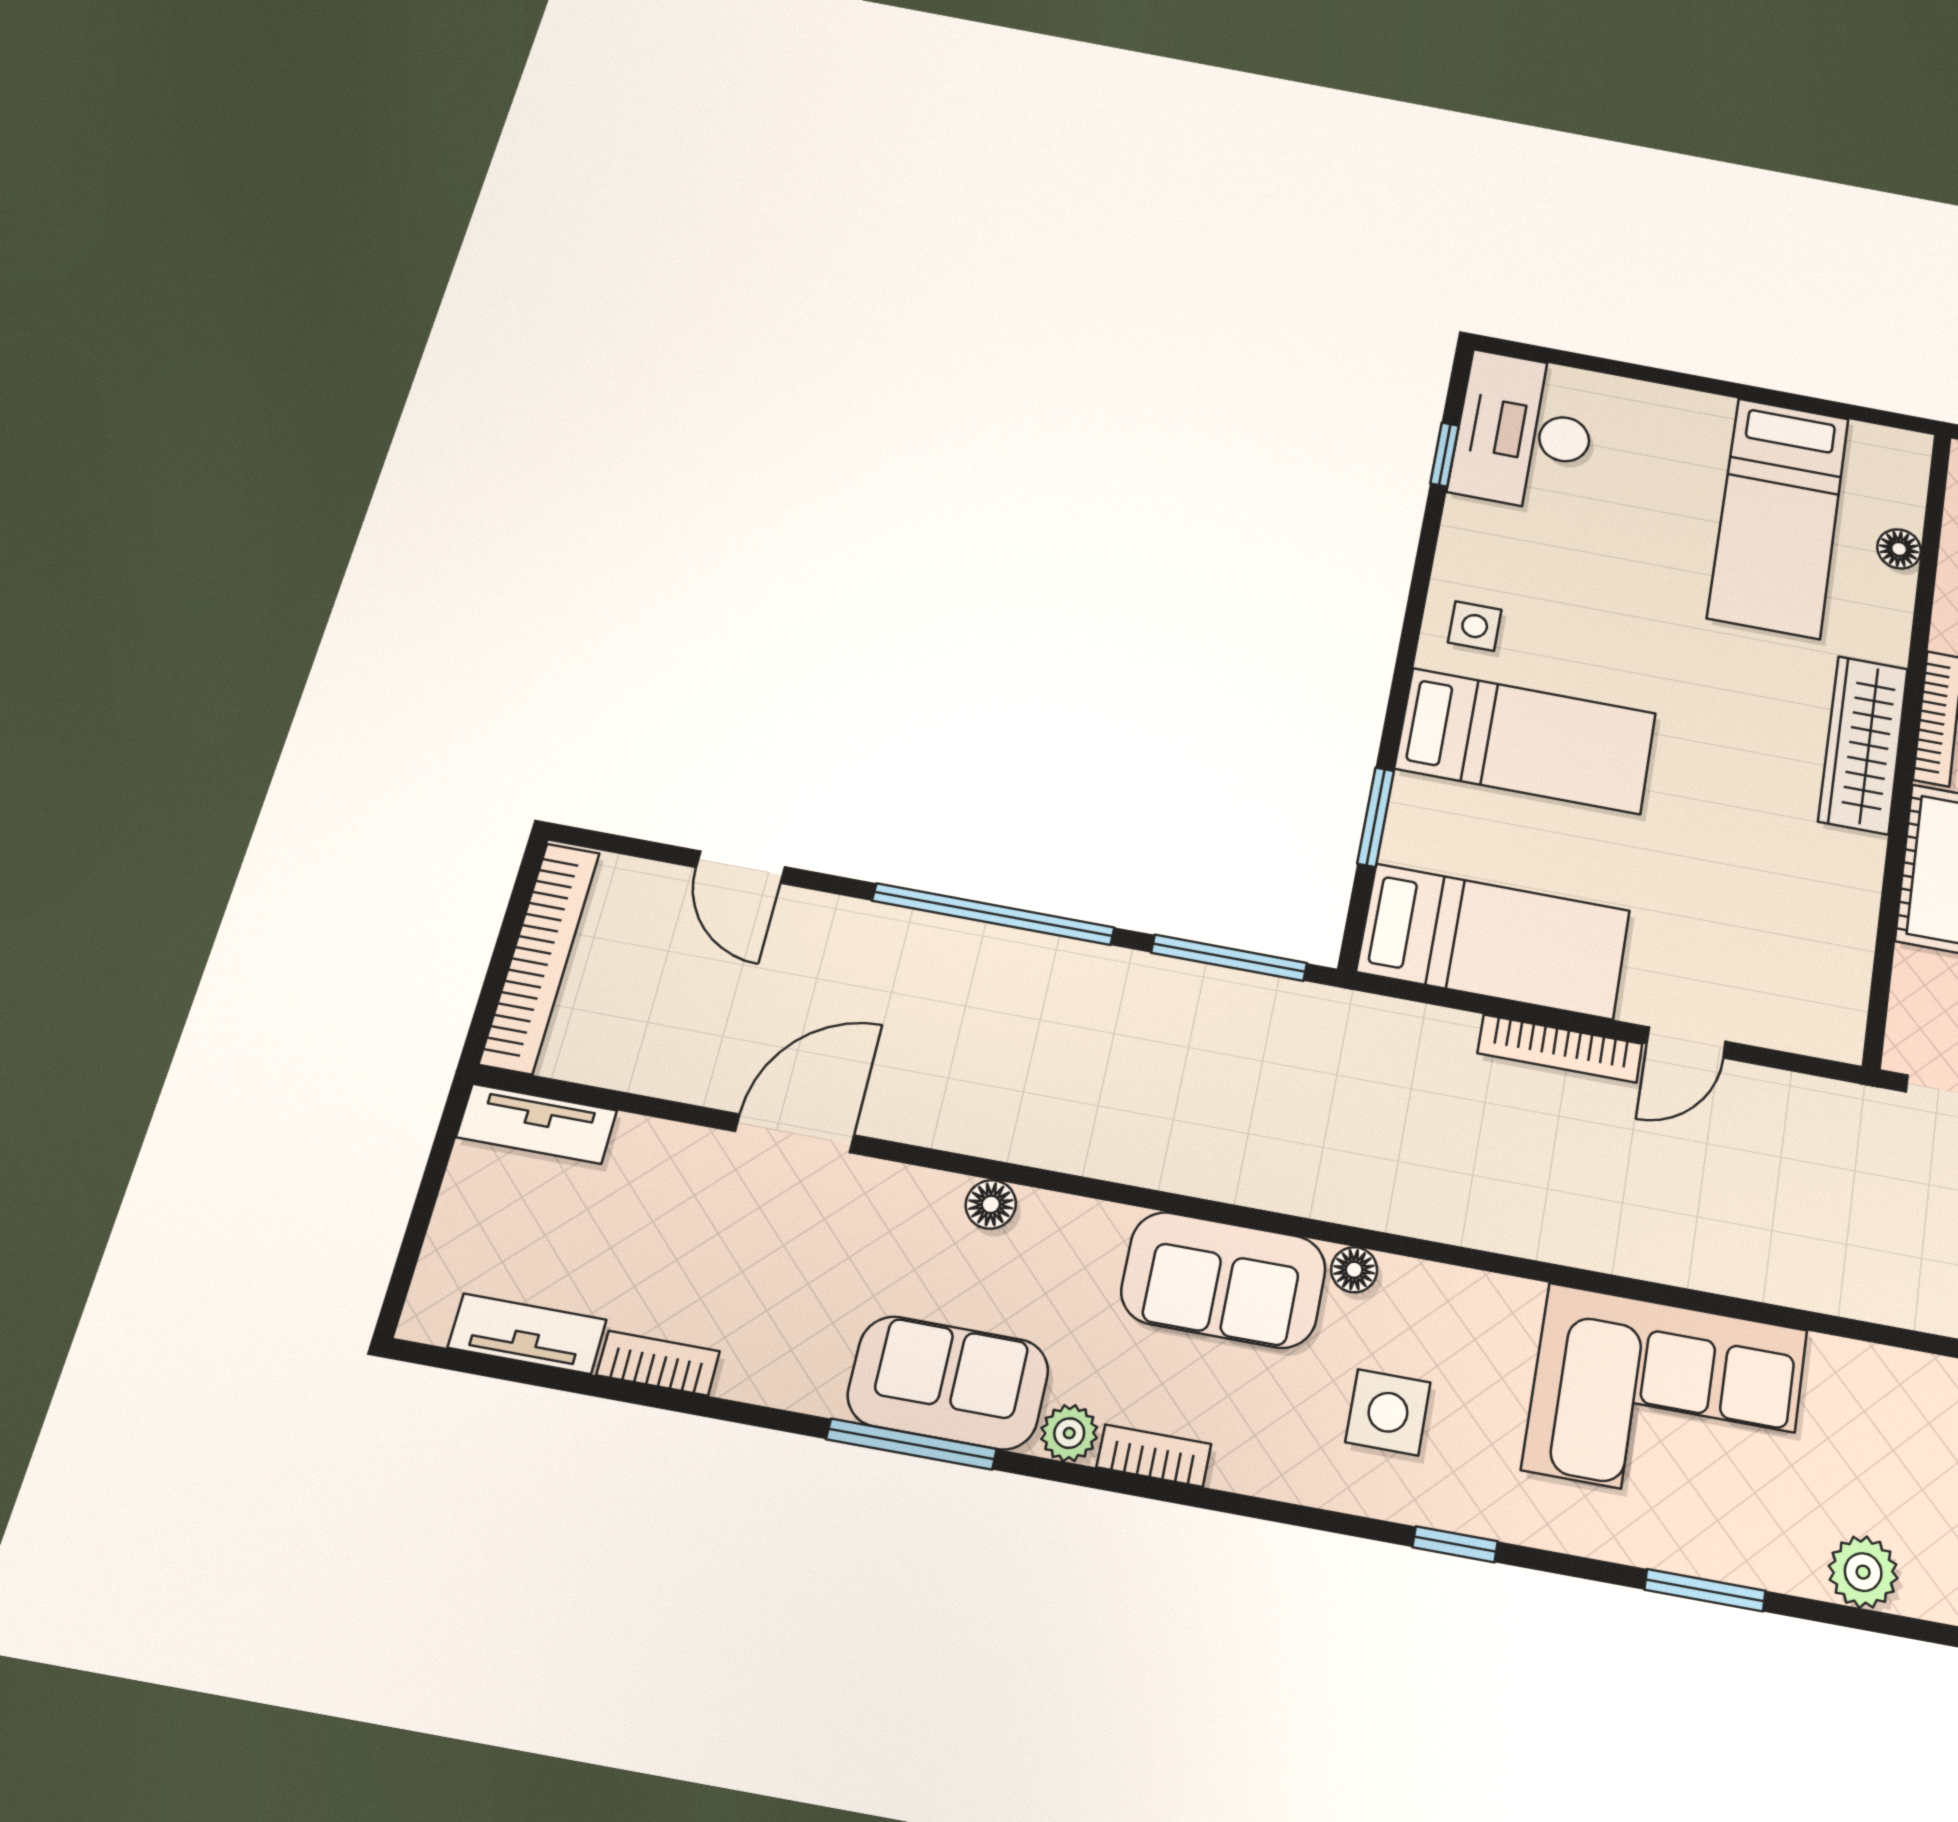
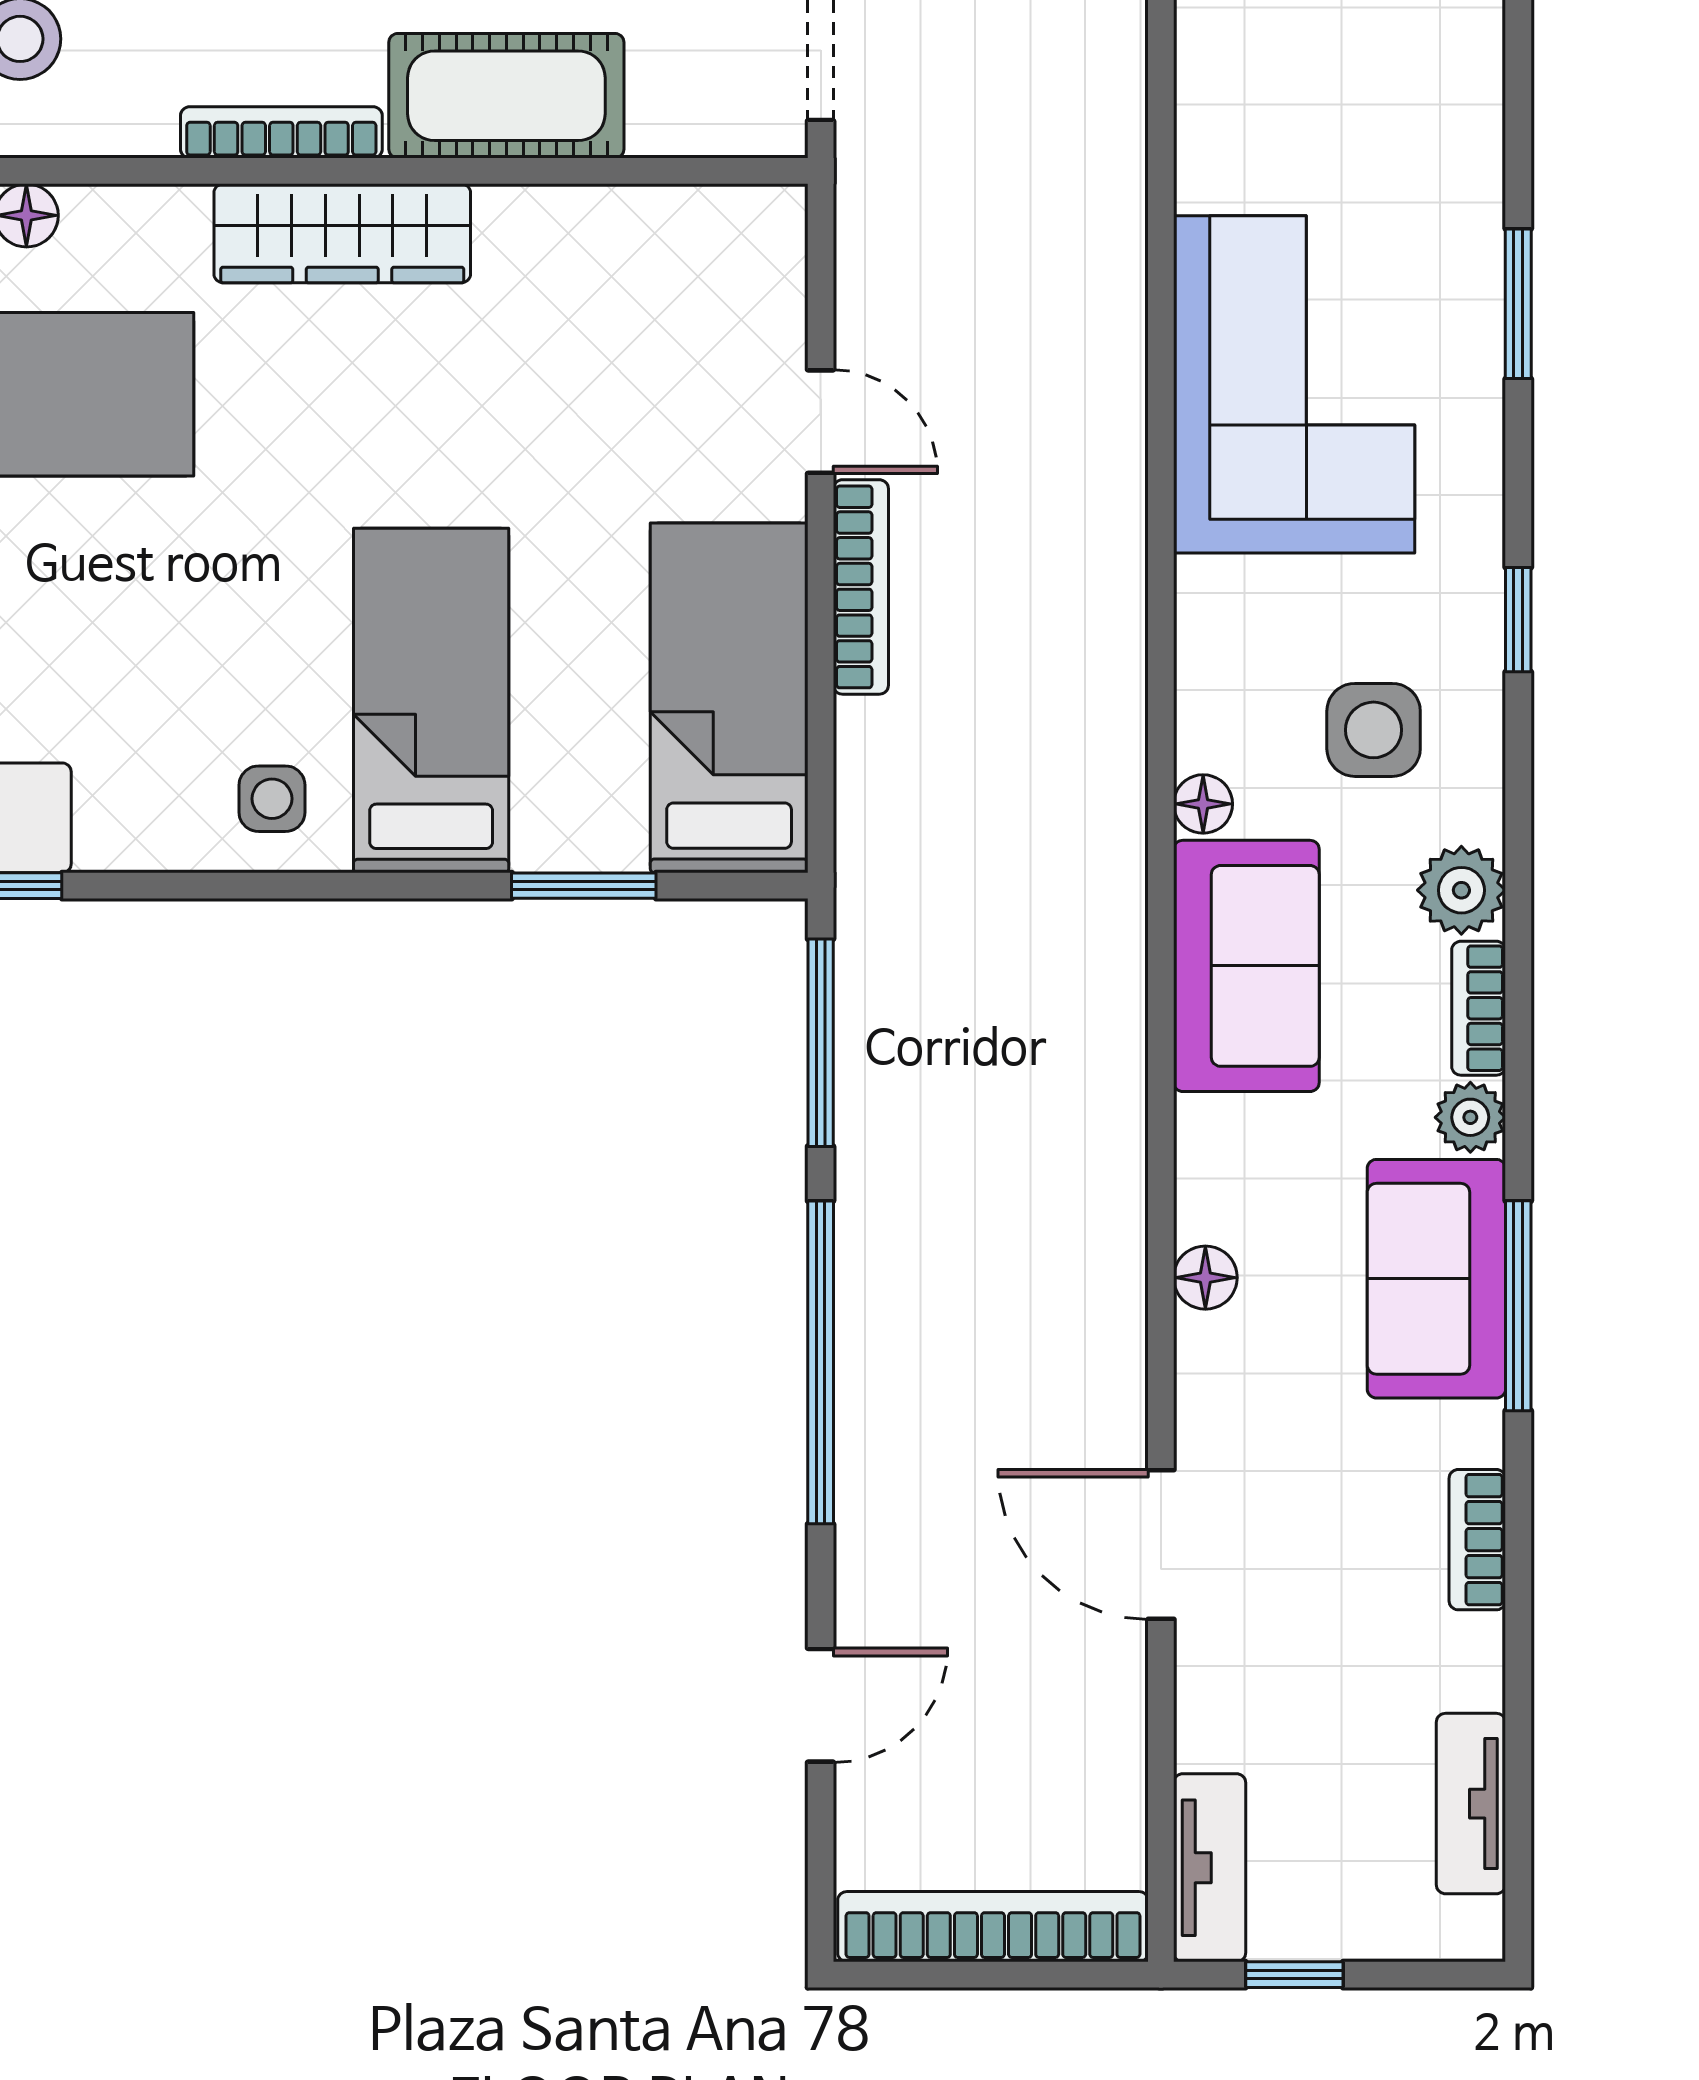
window: (434, 1172) -> (1294, 1975), added
bookcase: (658, 1363) -> (1477, 1540), moved
plant: (1863, 1572) -> (1461, 890), moved

